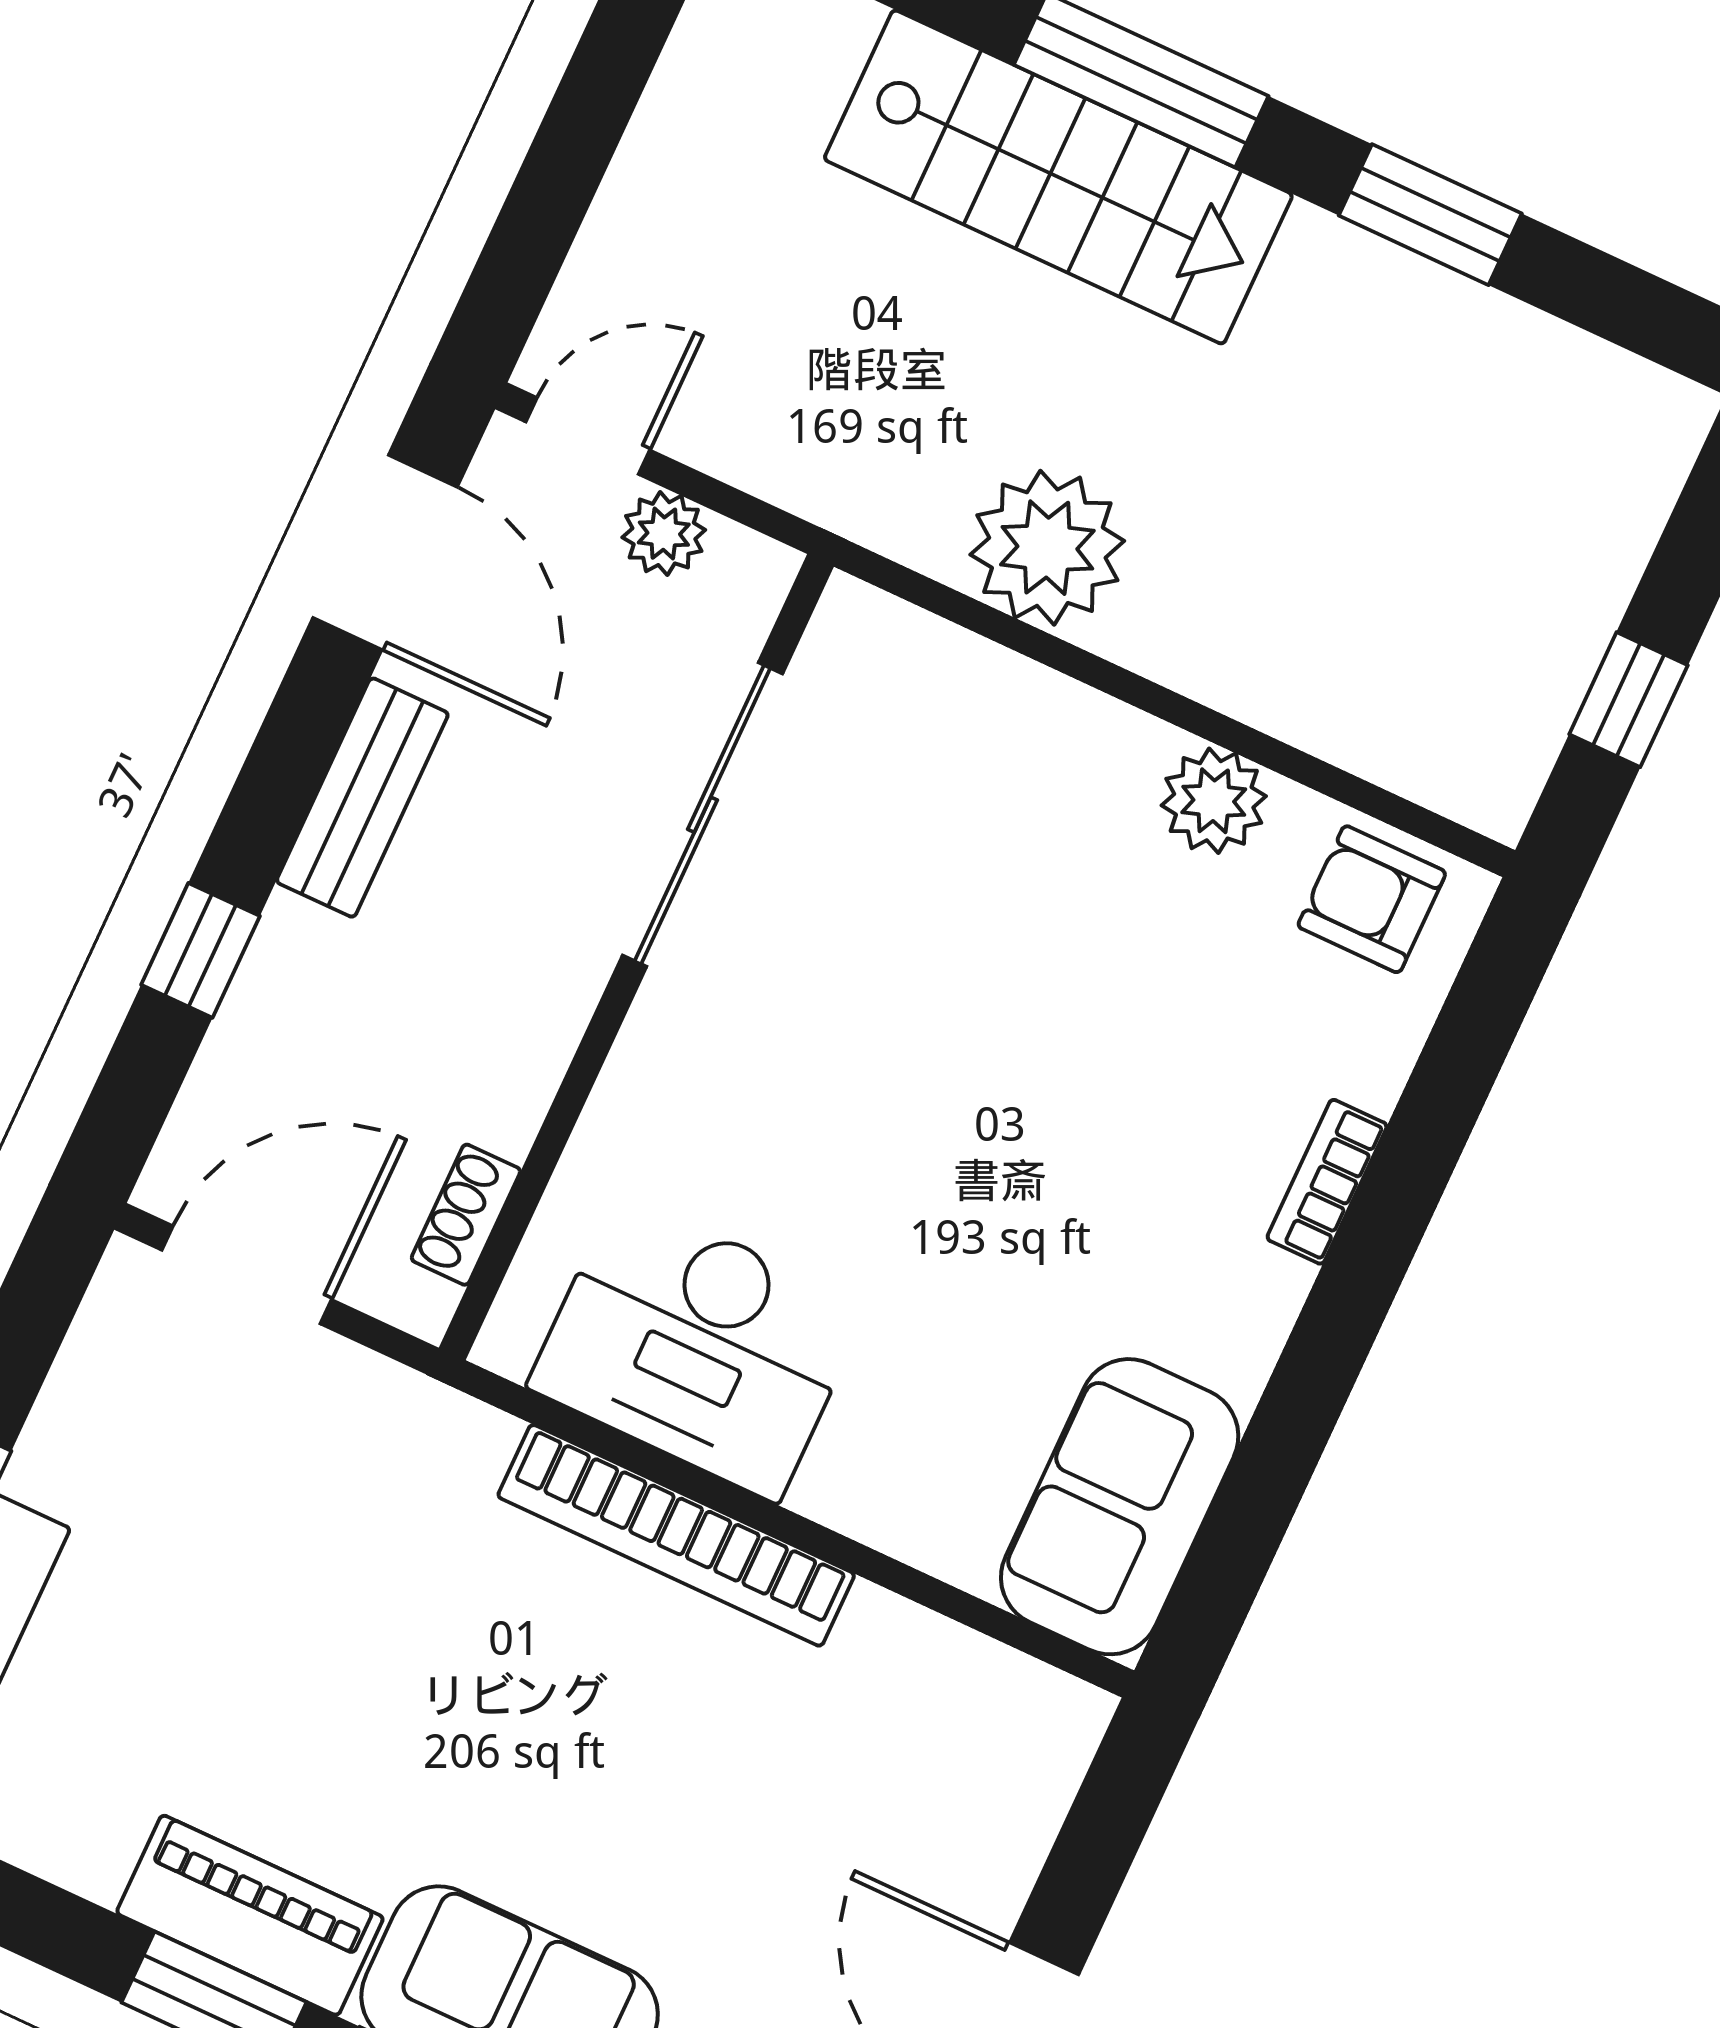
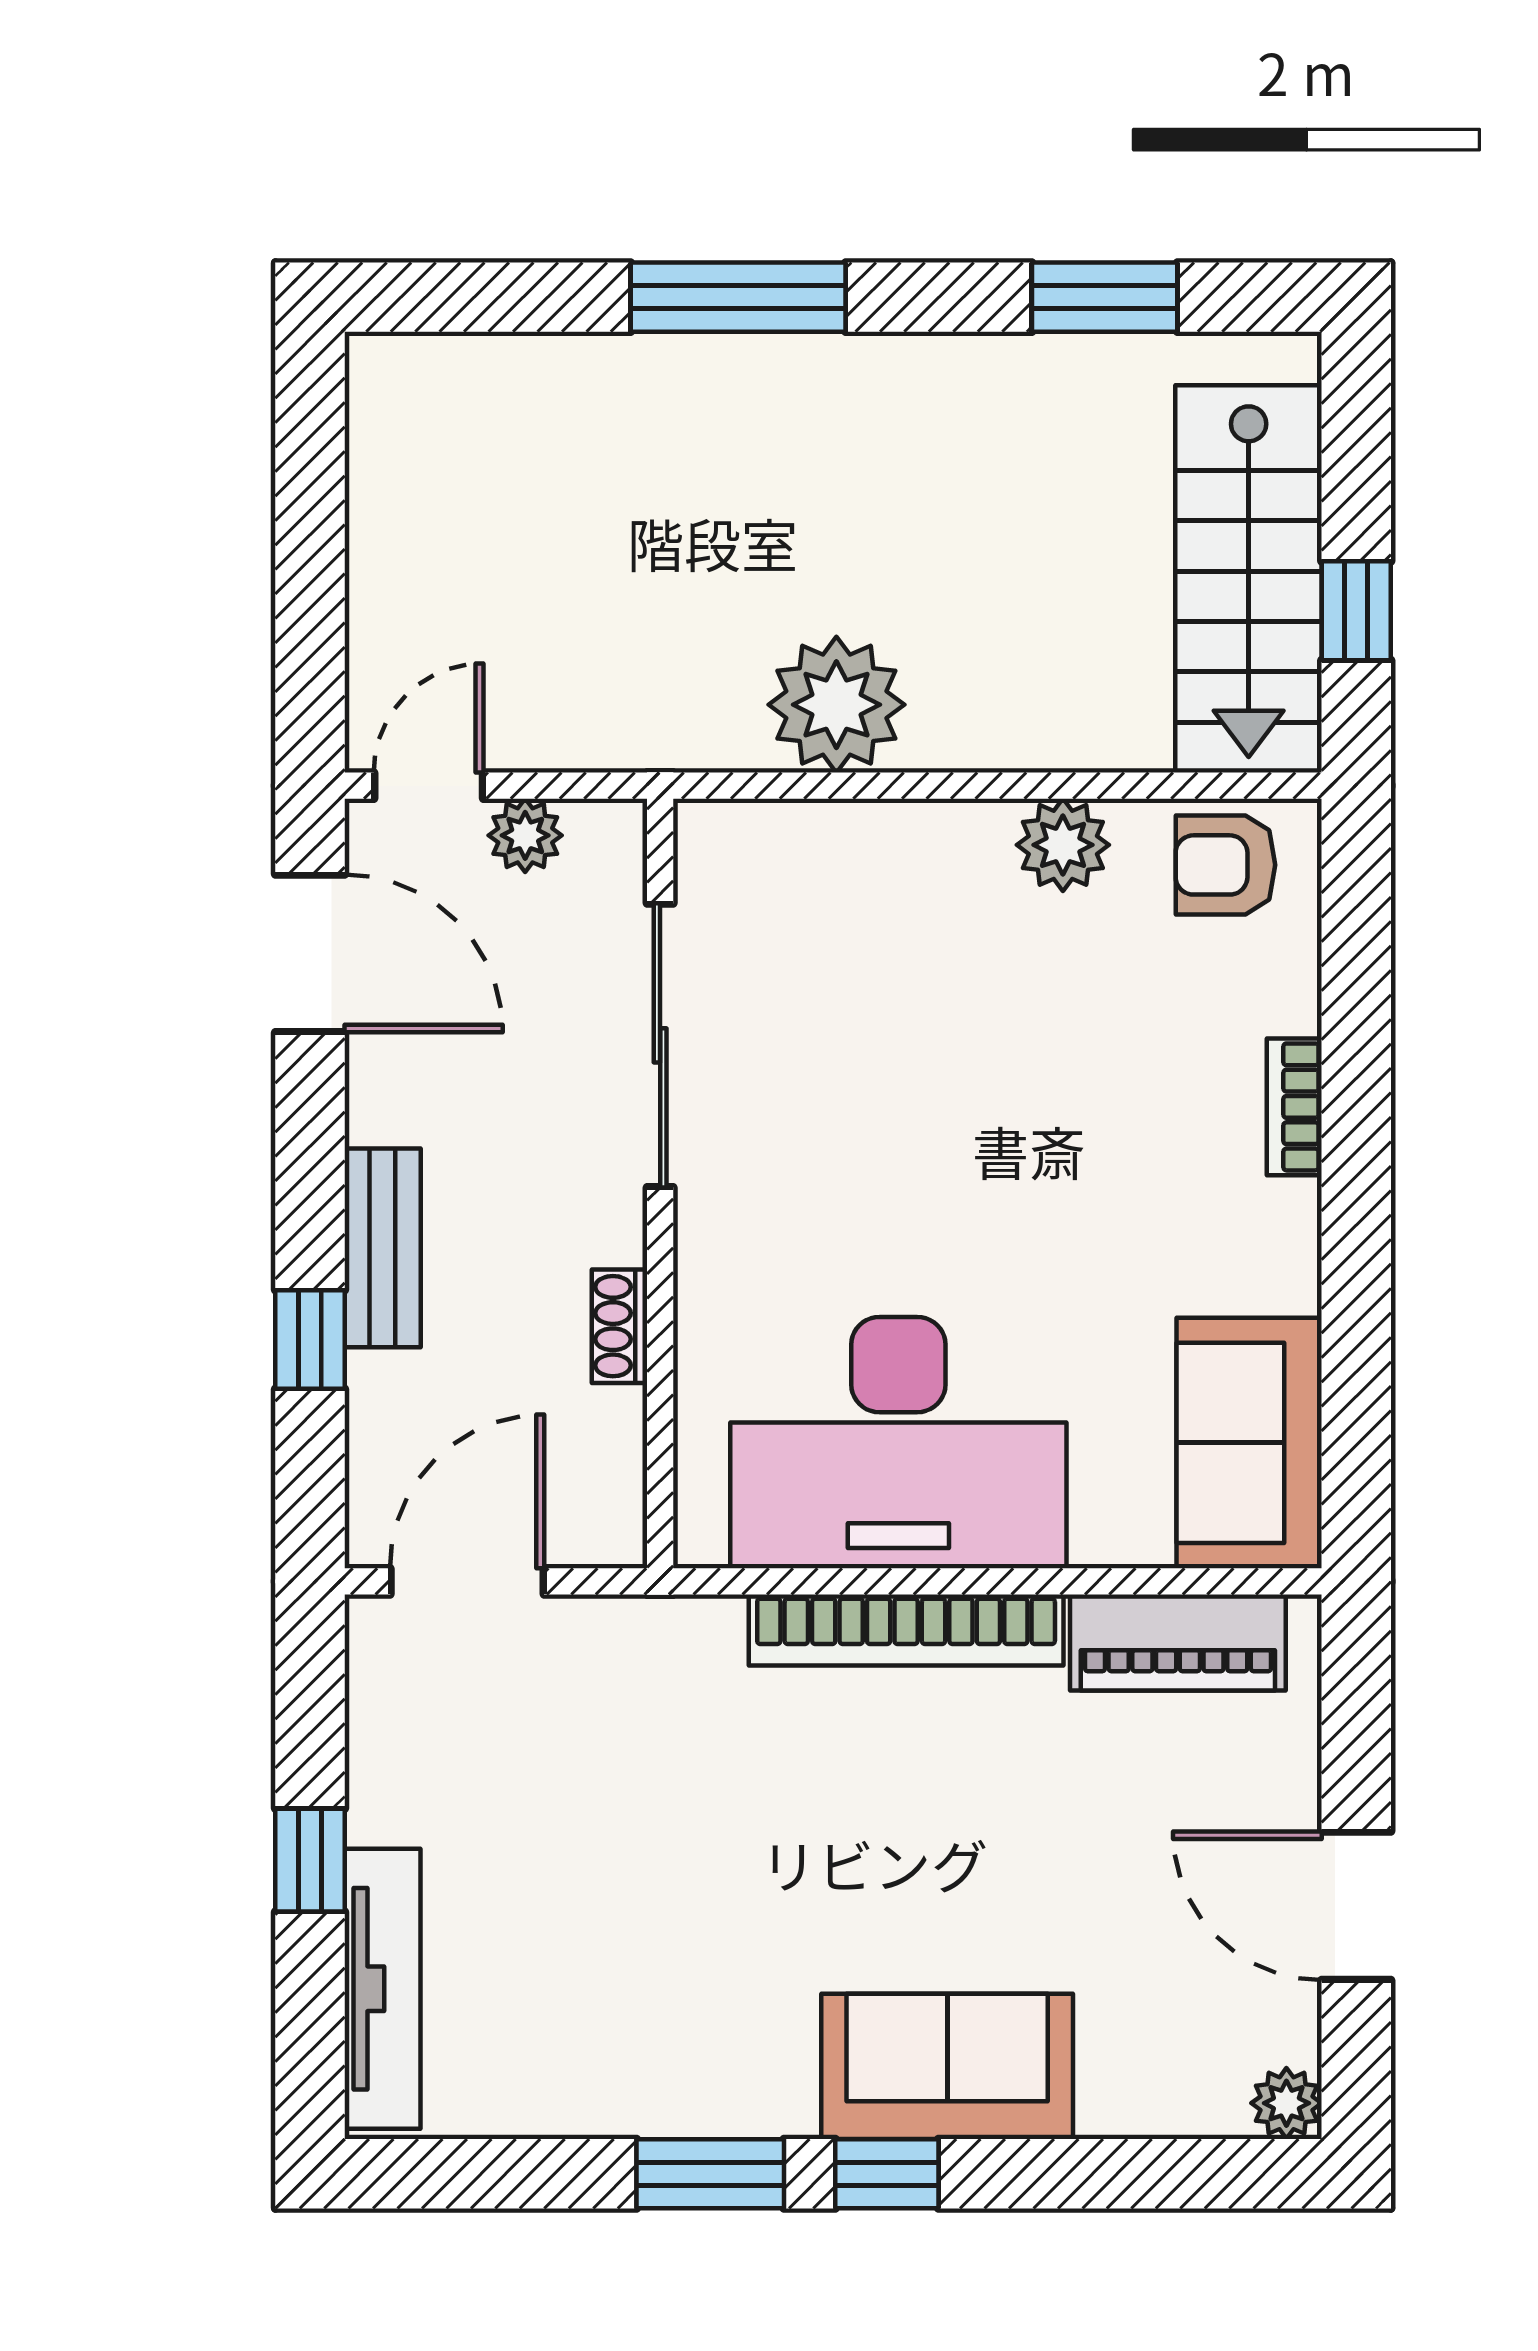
stairs: (1058, 177) -> (1249, 579), moved, turned 90
window: (1430, 215) -> (1105, 297), moved
bench: (362, 798) -> (383, 1248), moved
shoe rack: (466, 1215) -> (620, 1326), moved
desk: (698, 1347) -> (898, 1443), width x1.36, depth x1.30
piano: (250, 1915) -> (1178, 1642), moved, turned 180

